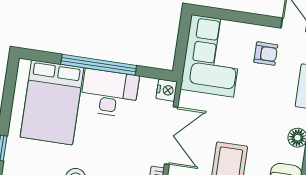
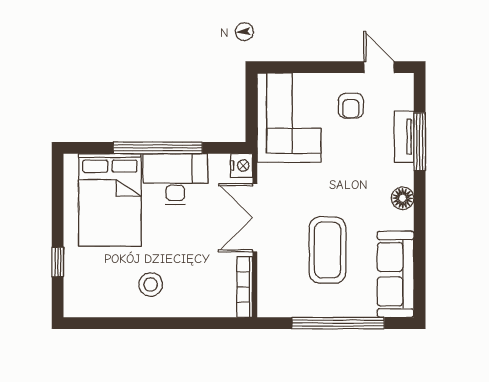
armchair: (266, 54) -> (351, 106), turned 90
double door: (171, 136) -> (255, 218), swing flipped

